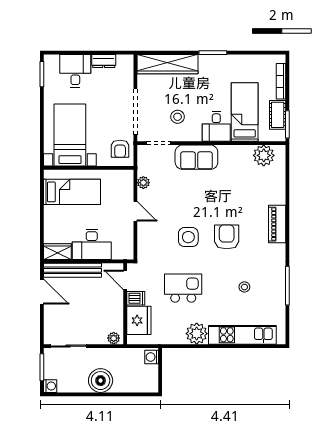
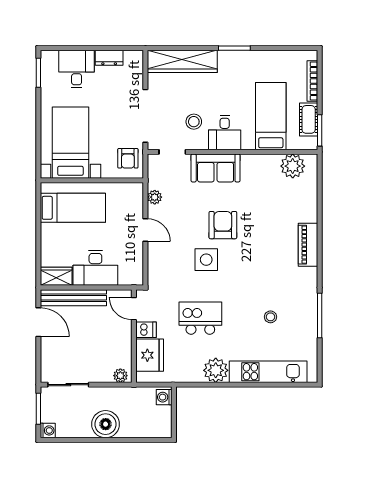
desk: (216, 126) -> (225, 133), moved
armchair: (227, 237) -> (223, 225), moved

